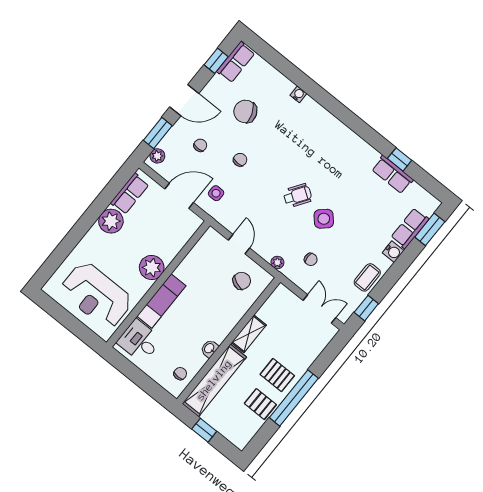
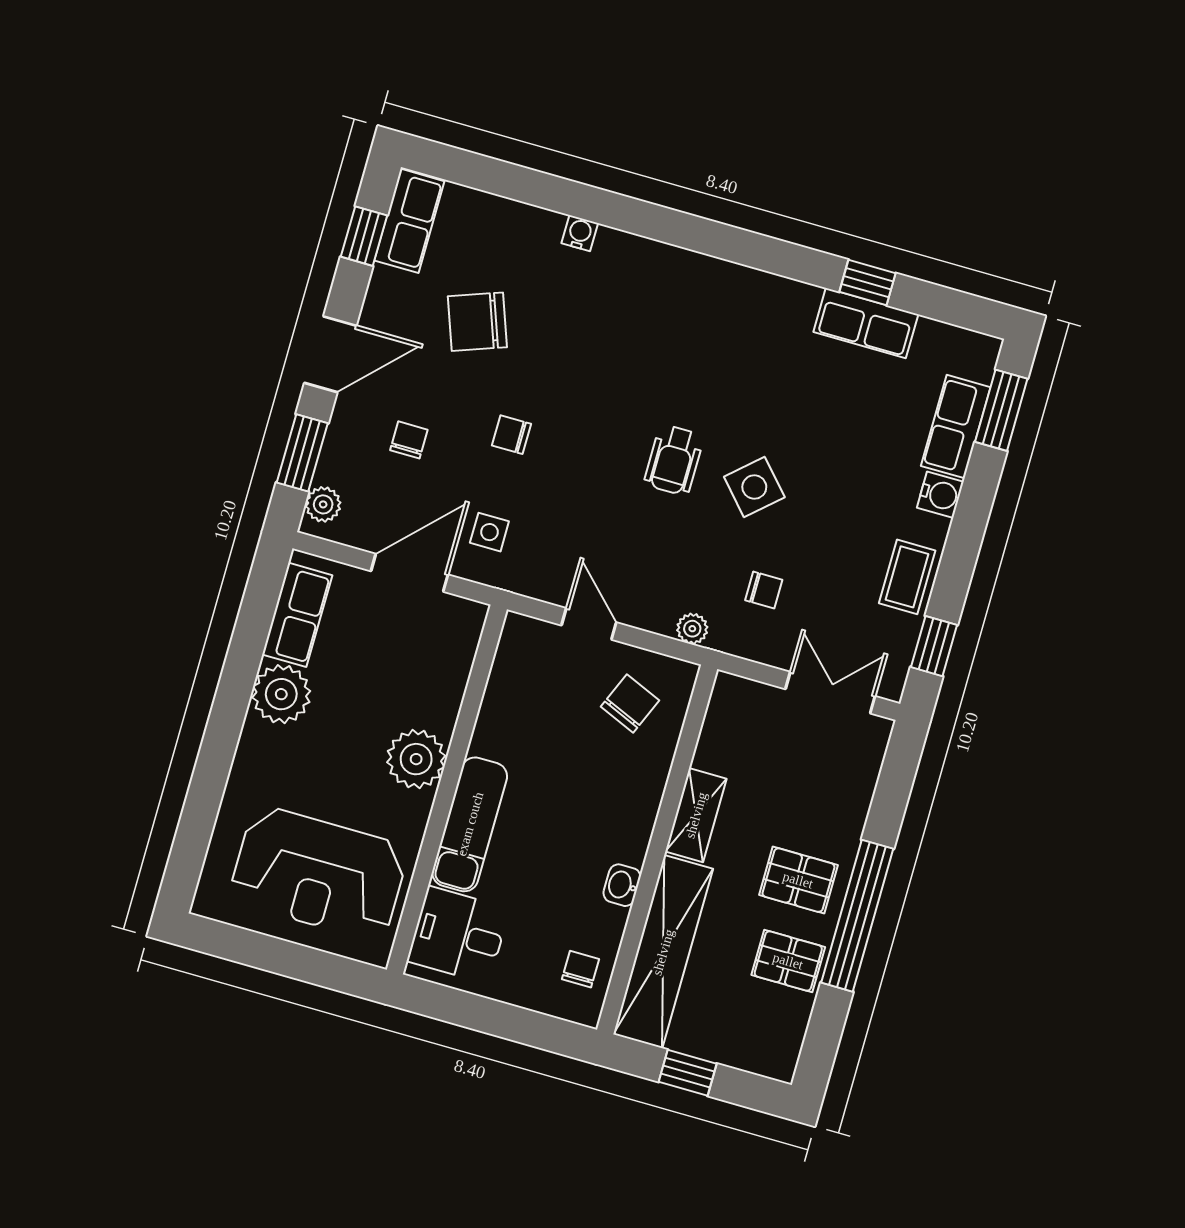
chair: (240, 160) -> (511, 435), turned -90
wheelchair: (298, 196) -> (674, 460), turned 146

